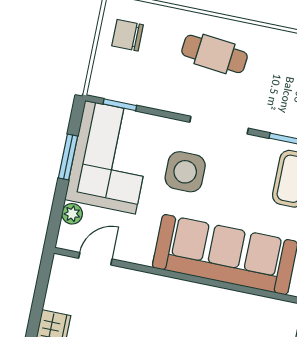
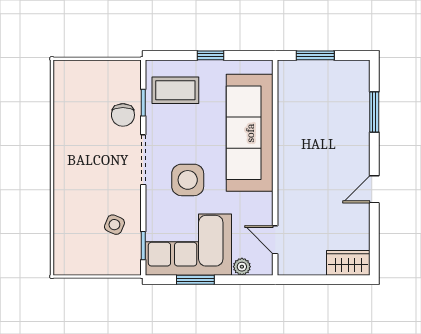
chair: (128, 35) -> (123, 115), moved
cafe table: (215, 54) -> (85, 176), removed
side table: (151, 77) -> (114, 225), added

